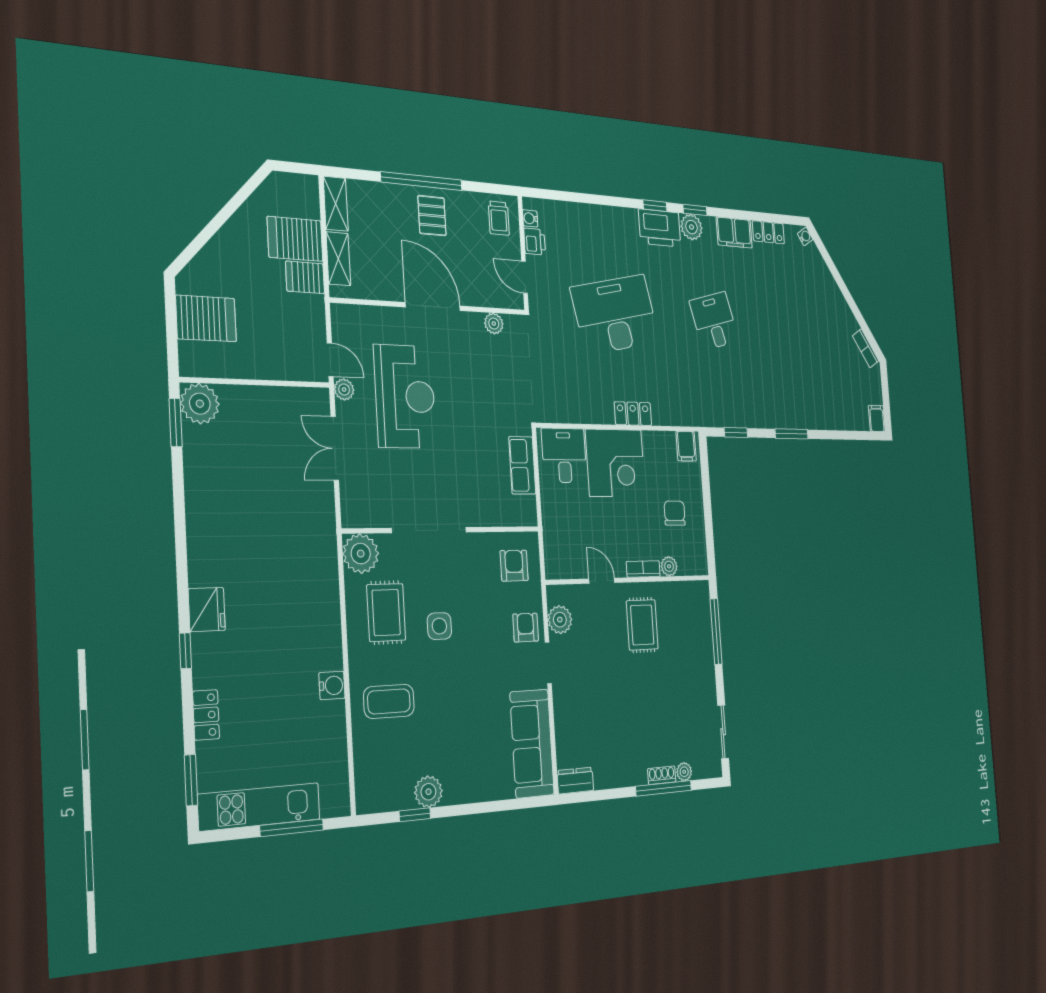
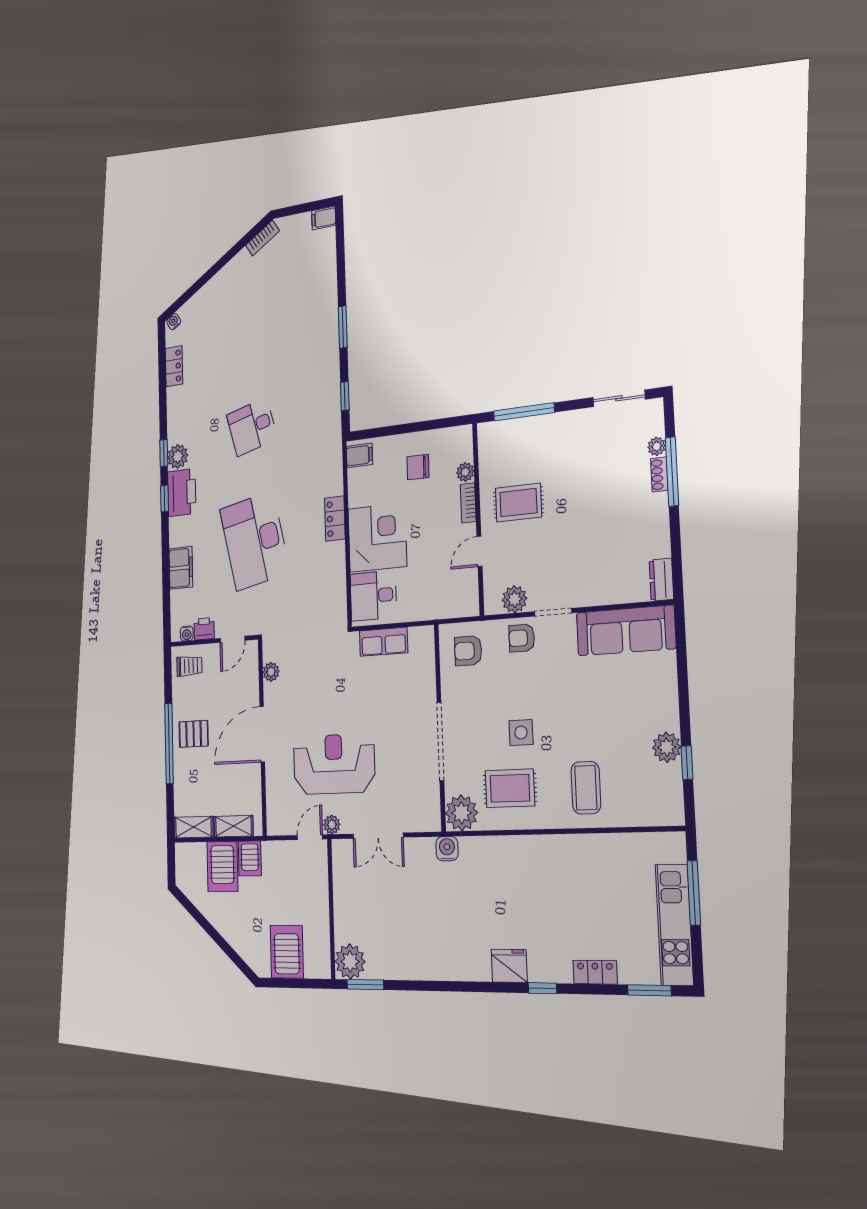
filing cabinet: (734, 232) -> (181, 568), moved
water cooler: (332, 685) -> (447, 849), moved

